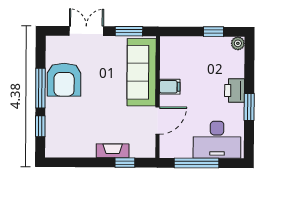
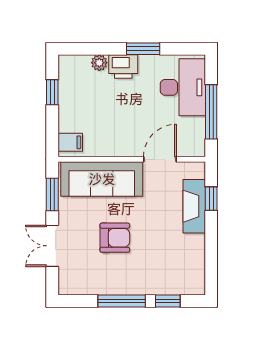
plant: (238, 43) -> (99, 63), moved
armchair: (64, 80) -> (115, 238), moved, width x0.73, depth x0.73
filing cabinet: (170, 87) -> (70, 142), moved, turned 90
door: (158, 120) -> (160, 159), hinge flipped
fireplace: (113, 151) -> (194, 206), width x1.37, depth x1.32

